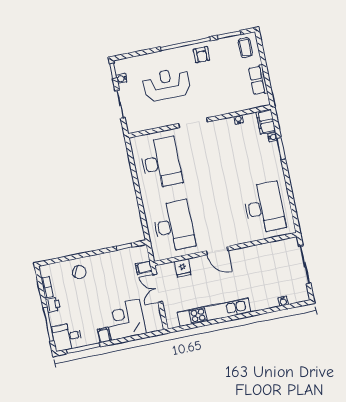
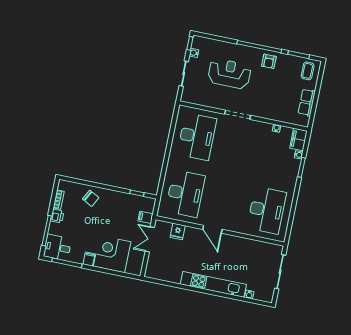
kitchen unit: (214, 312) -> (213, 284), moved

